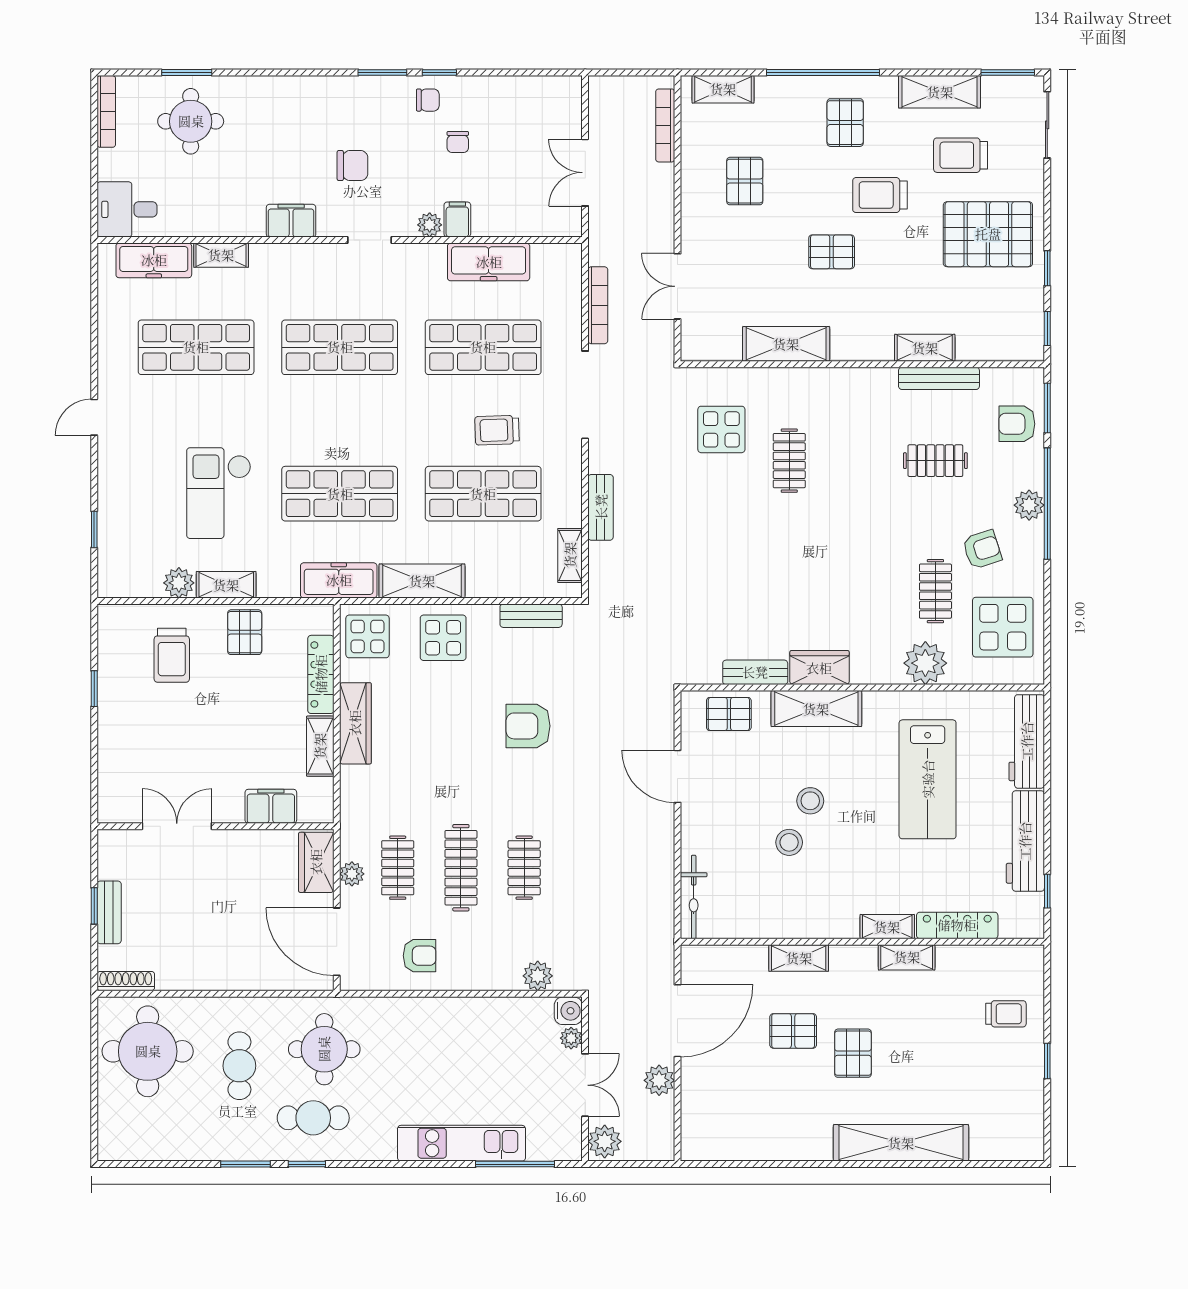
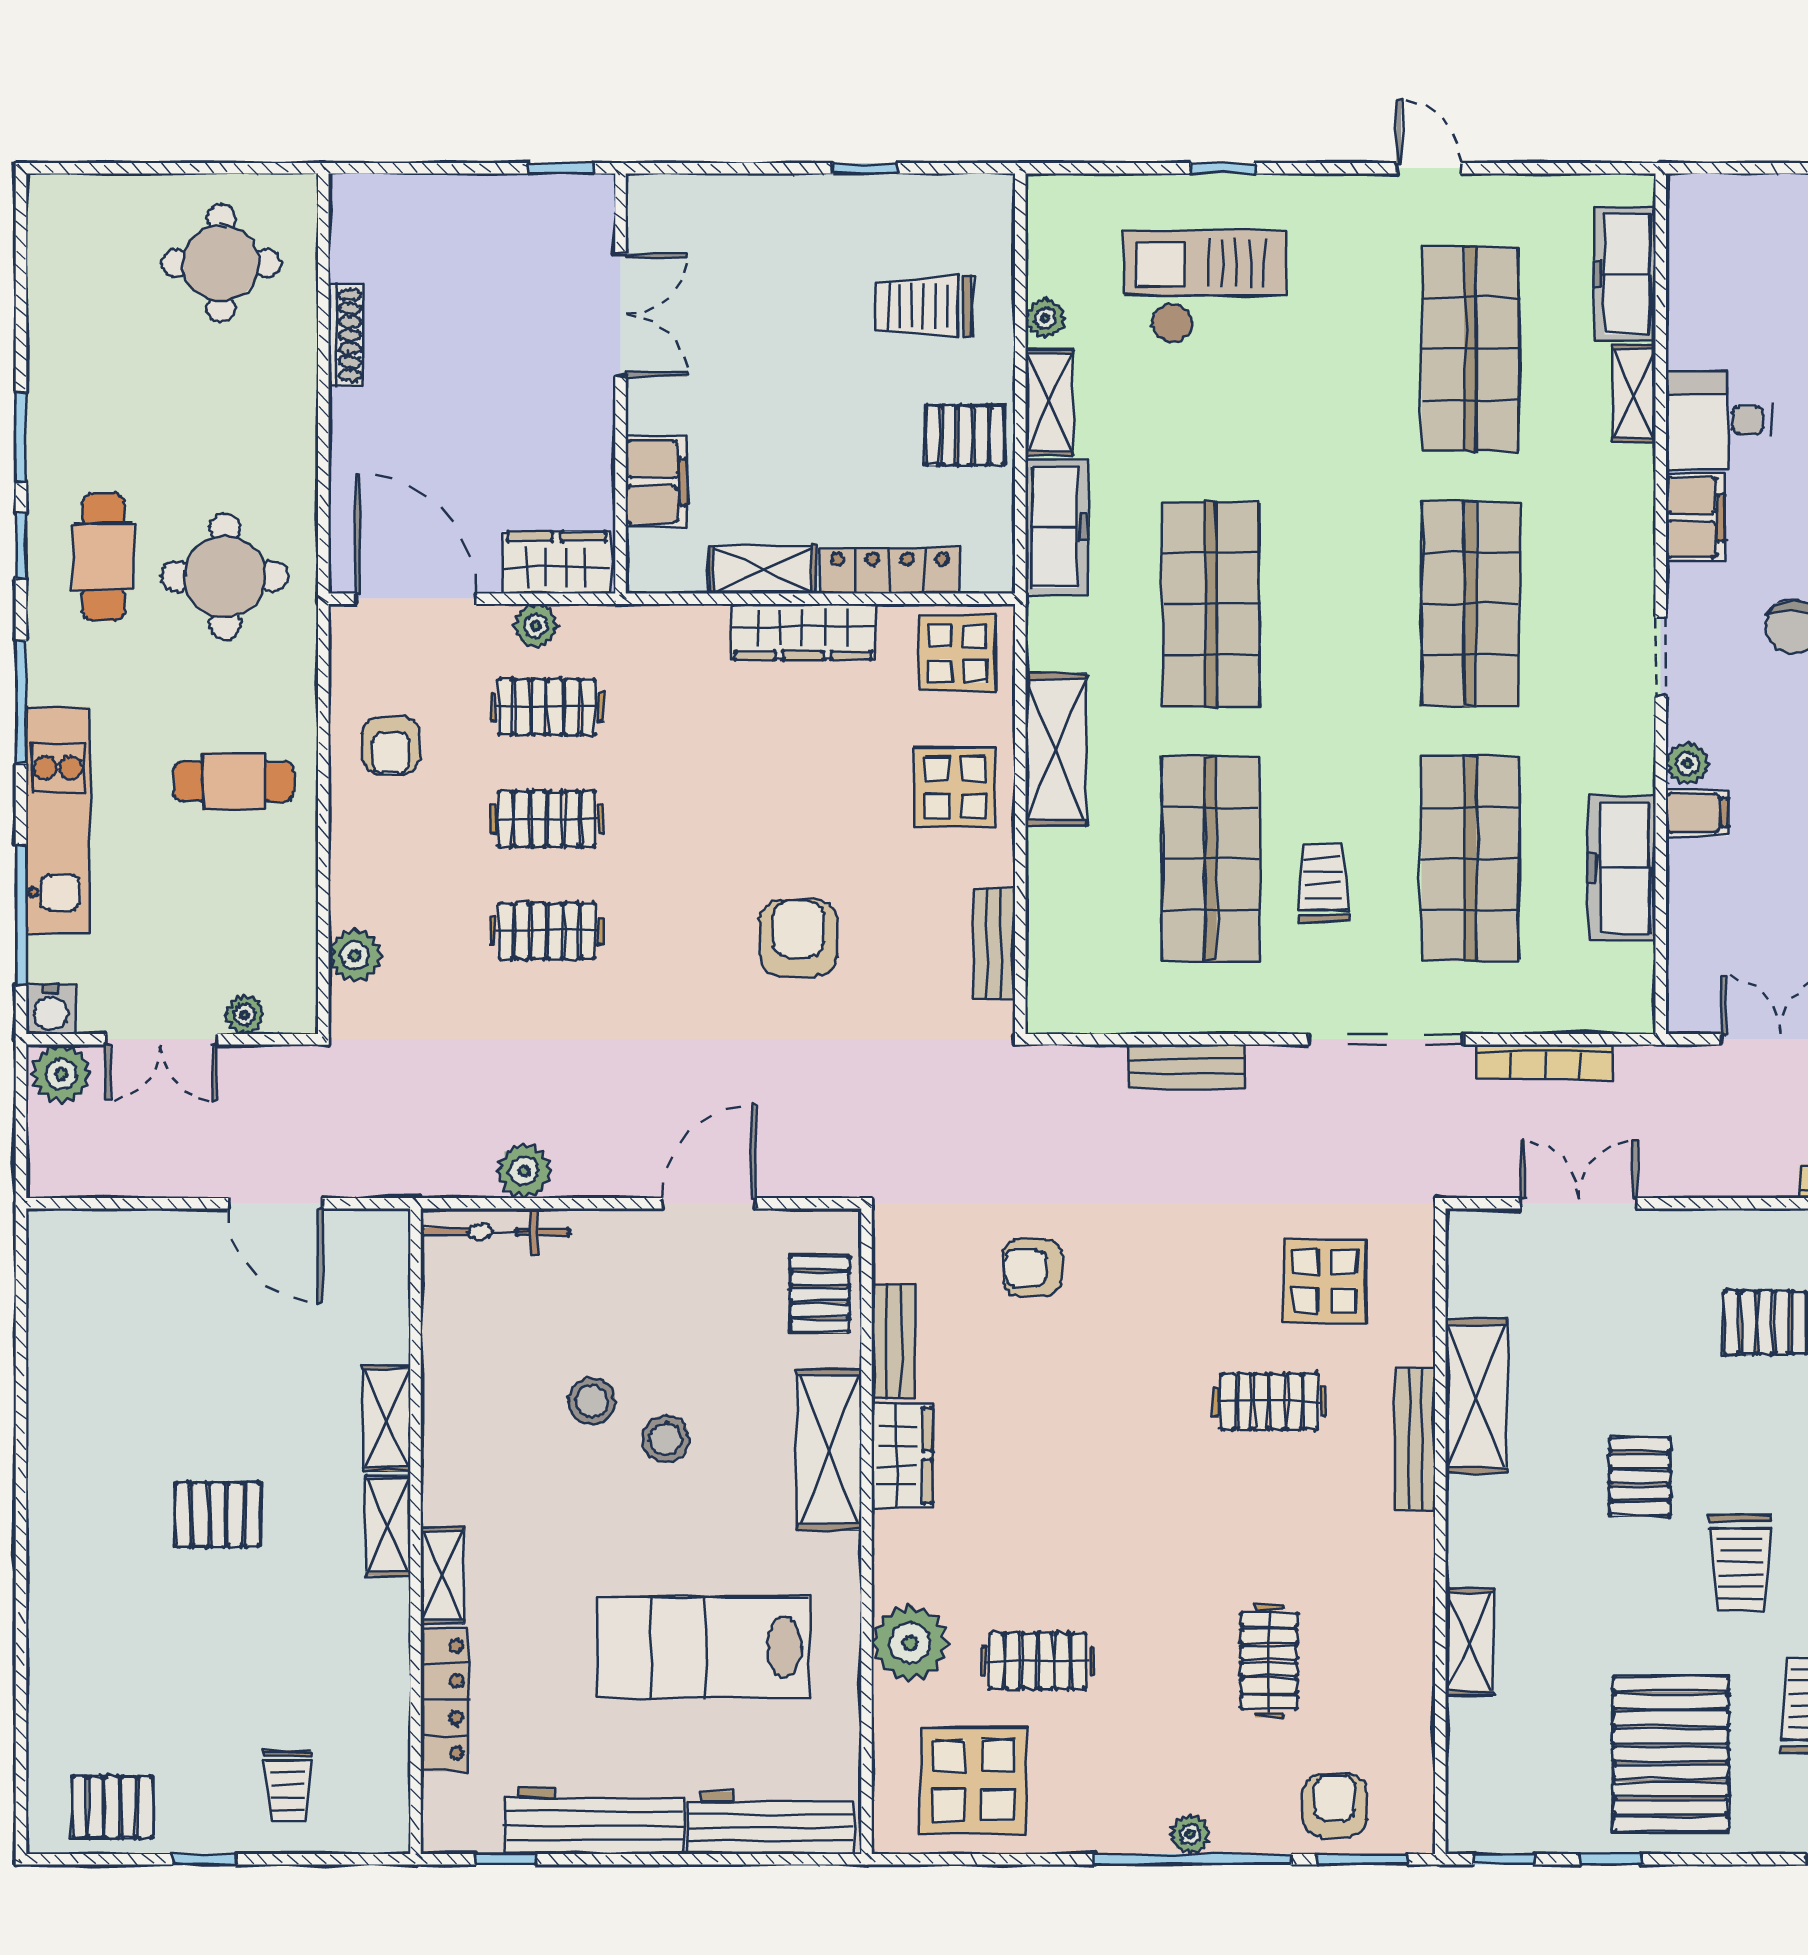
trolley: (880, 195) -> (1740, 1563), turned 180
desk: (127, 209) -> (1719, 420), moved, turned -90
bench: (939, 378) -> (1415, 1439), moved
door: (94, 417) -> (1428, 168), moved
checkout: (219, 493) -> (1204, 287), moved
plant: (1029, 505) -> (1190, 1834), width x0.73, depth x0.73
window: (94, 529) -> (1223, 168), moved
armchair: (982, 549) -> (1032, 1268), moved, turned 108
shelving: (570, 555) -> (1101, 1013), removed
freezer: (339, 580) -> (1057, 527), moved
plant: (179, 583) -> (1045, 318), width x0.73, depth x0.73
clothes rail: (461, 868) -> (547, 819), width x0.73
window: (94, 906) -> (560, 168), moved
bench: (109, 912) -> (468, 195), removed
door: (337, 942) -> (416, 599), hinge flipped
shelving: (907, 957) -> (388, 1525), moved
shoe rack: (126, 981) -> (346, 335), moved
water cooler: (568, 1011) -> (51, 1010), moved
door: (677, 1021) -> (276, 1203), width x0.73
pallet: (793, 1031) -> (112, 1807), moved, turned 90
round table: (148, 1051) -> (221, 263), width x0.73, depth x0.73
cafe table: (239, 1066) -> (234, 781), moved
plant: (659, 1080) -> (524, 1171), moved
shelving: (901, 1143) -> (59, 1600), removed
window: (395, 1164) -> (21, 701), added

